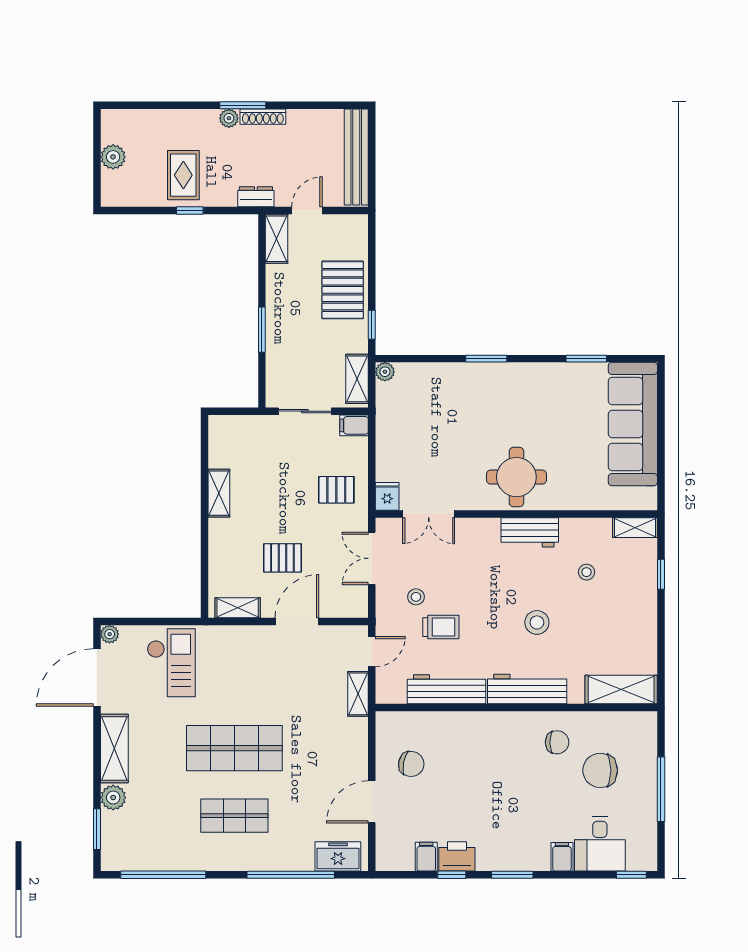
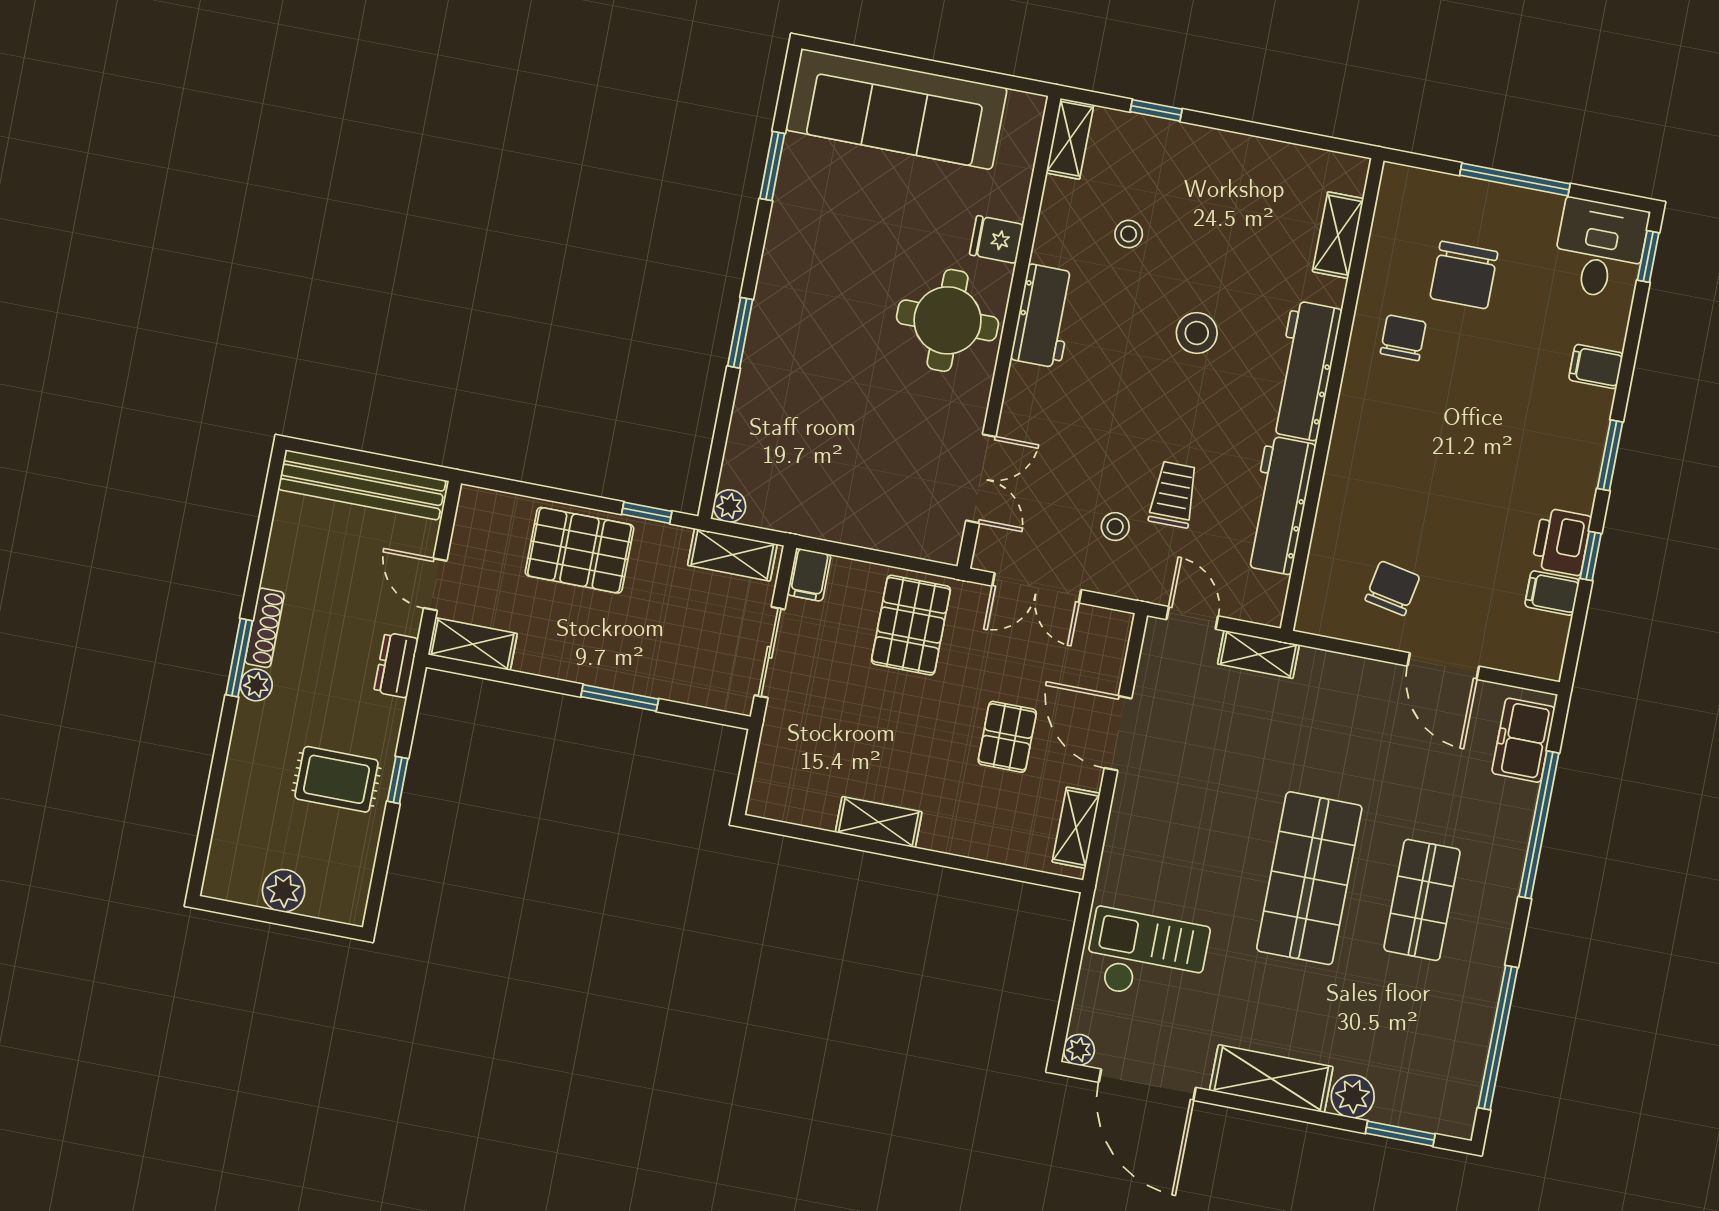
pallet: (336, 490) -> (911, 625), width x1.50, depth x1.42
fridge: (387, 496) -> (996, 240), moved
shelving: (621, 690) -> (1338, 235), width x0.67, depth x0.75
desk: (600, 844) -> (1600, 249), moved, turned -90

